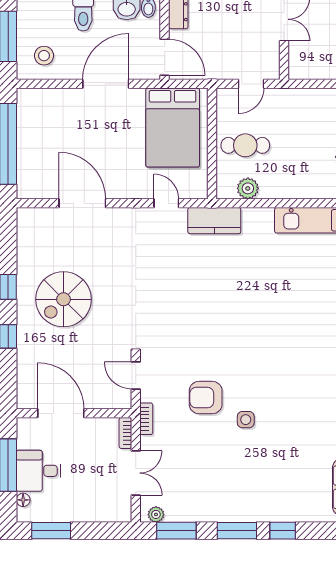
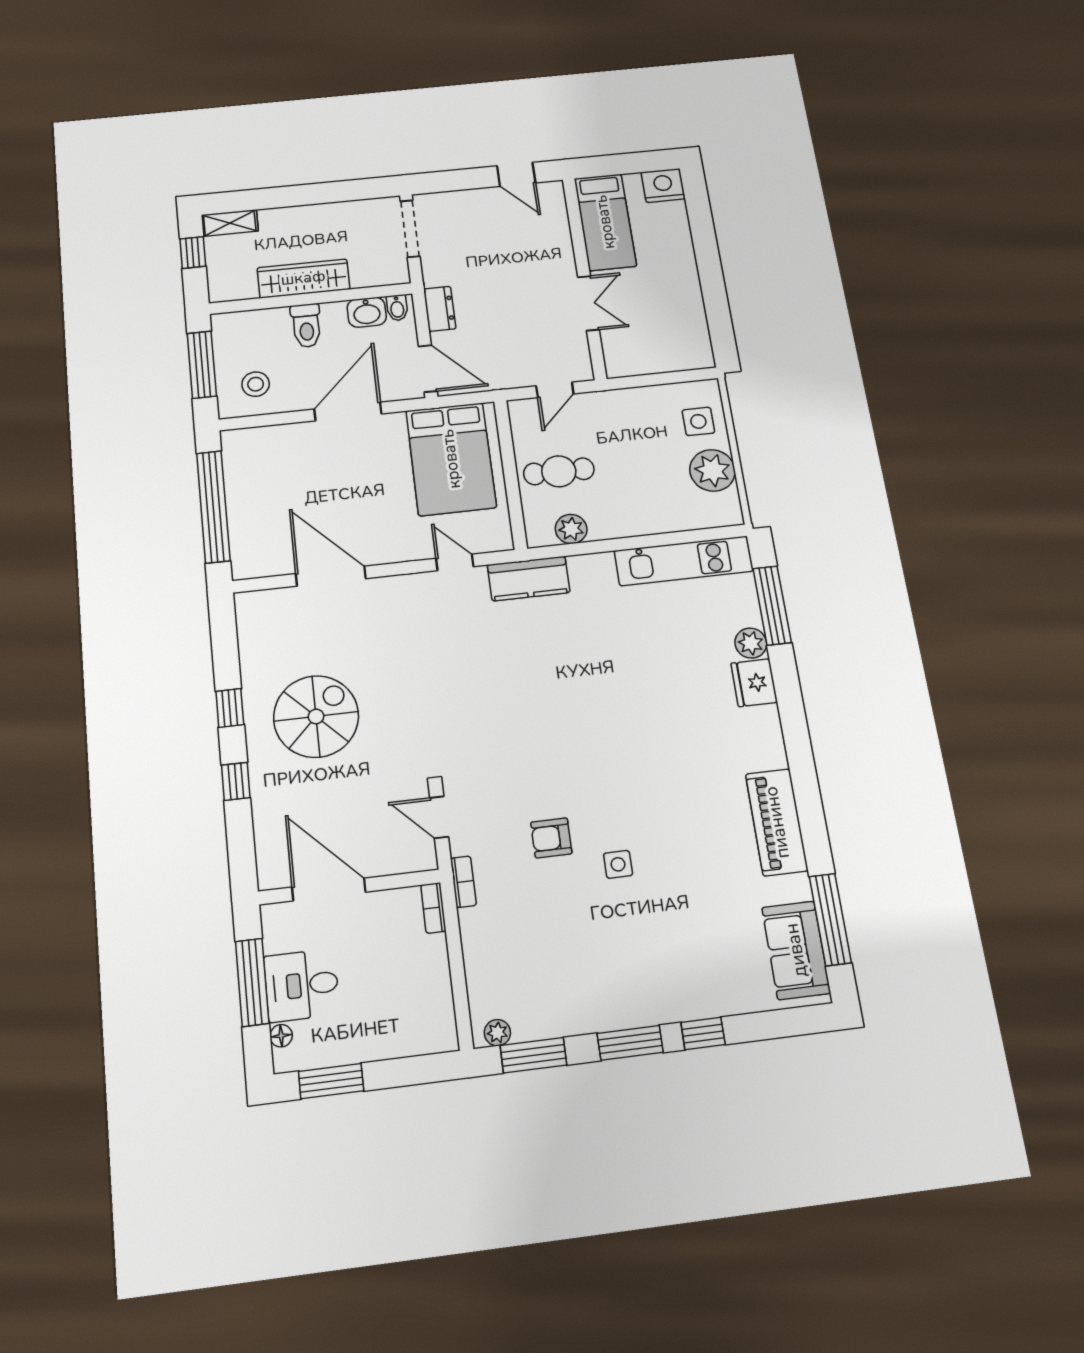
spiral stairs: (63, 299) -> (316, 716), turned 180
armchair: (206, 398) -> (551, 838), width x0.72, depth x0.72
double door: (136, 473) -> (457, 969), removed

